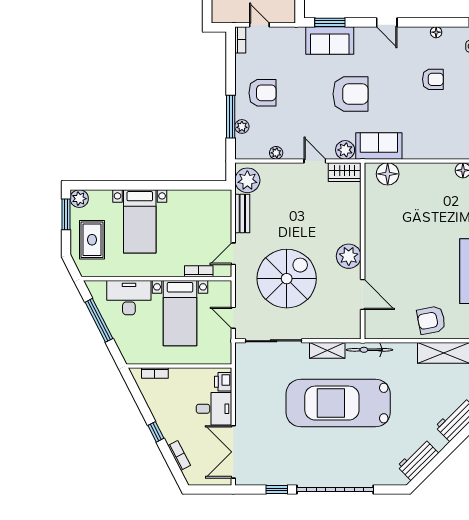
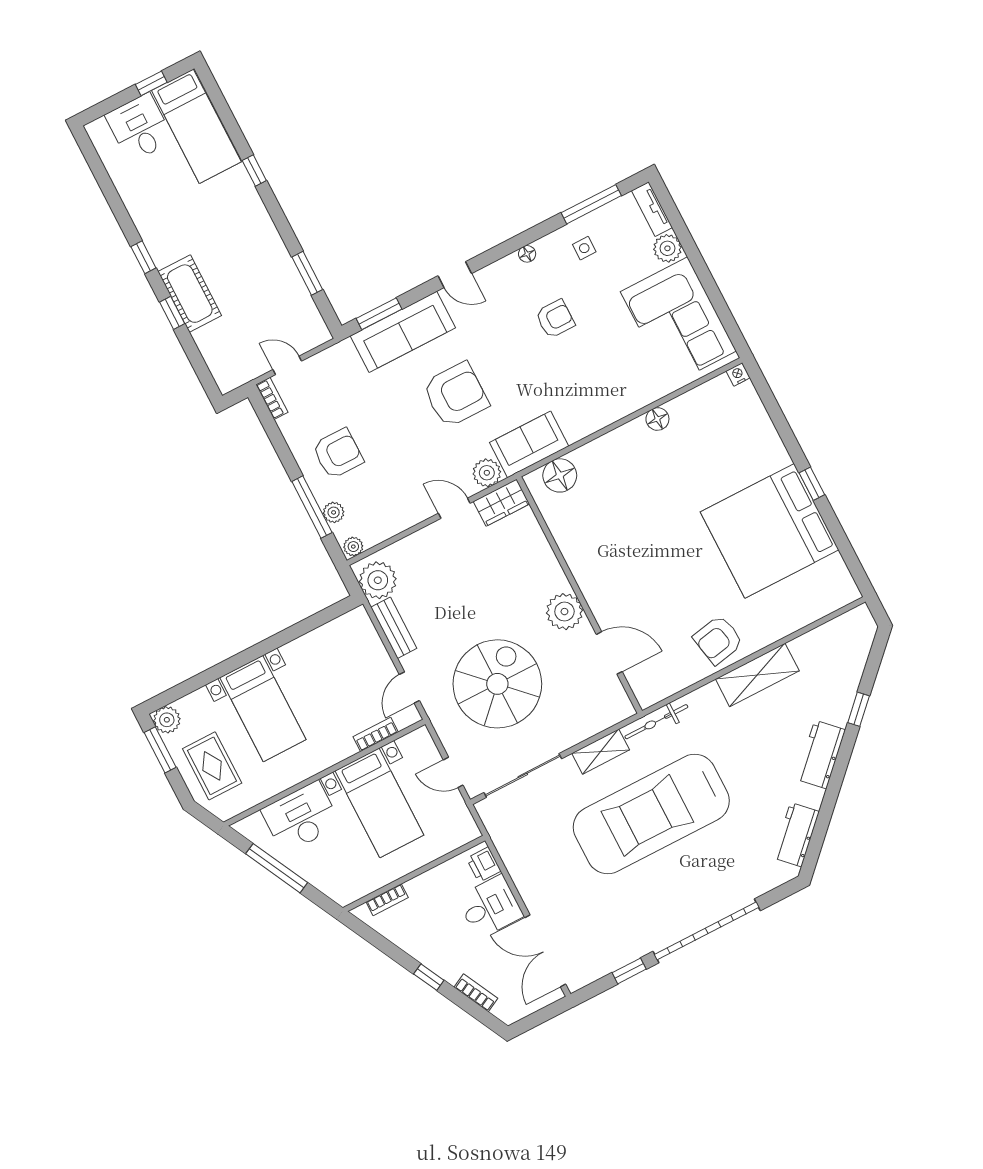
sofa: (330, 40) -> (403, 332), width x1.36
plant: (276, 153) -> (353, 547), moved

